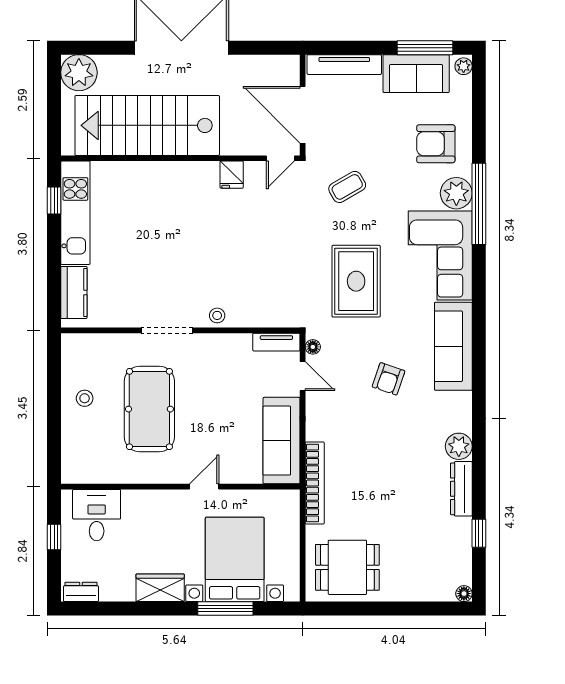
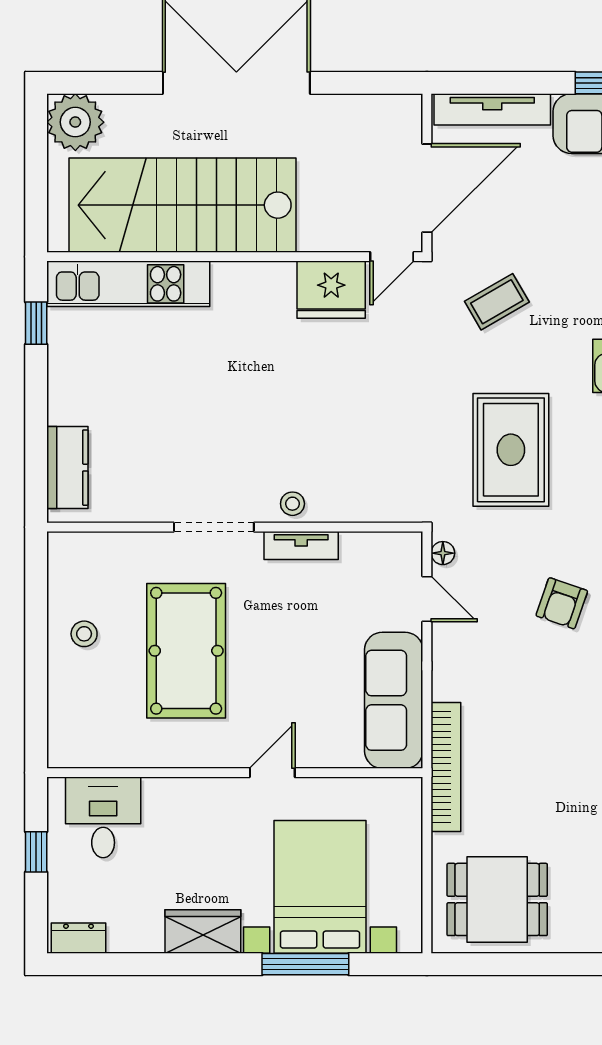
door: (303, 115) -> (427, 188), swing flipped
fridge: (232, 175) -> (331, 290), width x1.88, depth x1.34
kitchen unit: (75, 213) -> (128, 284), moved, turned 90
tv unit: (276, 342) -> (301, 545), moved

